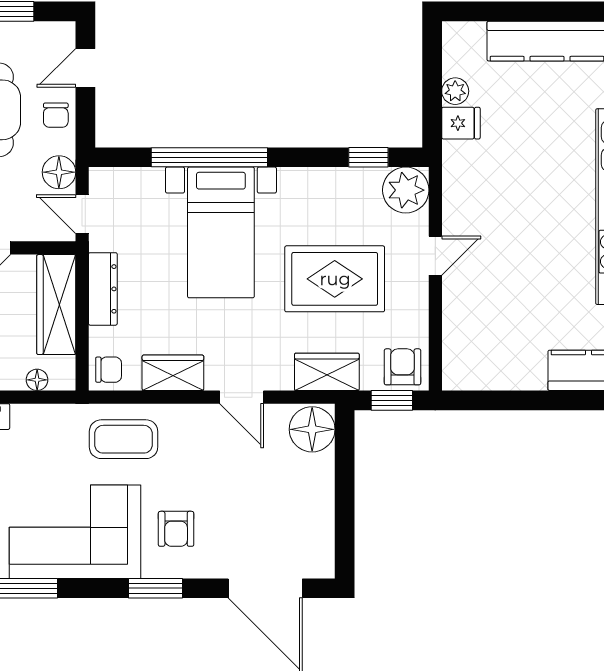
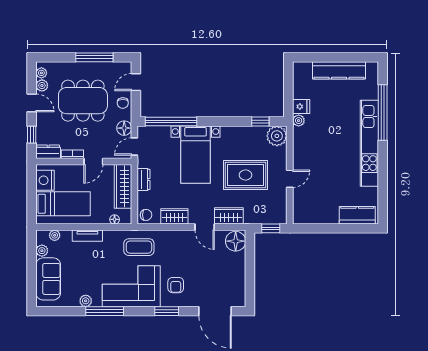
plant: (455, 91) -> (299, 121), moved
window: (209, 157) -> (171, 121), moved
door: (82, 214) -> (134, 147), hinge flipped
door: (435, 256) -> (290, 179), moved
dresser: (103, 289) -> (143, 179), width x0.70
armchair: (403, 367) -> (275, 214), removed
wardrobe: (327, 372) -> (229, 216), moved
coffee table: (124, 439) -> (139, 247), moved

